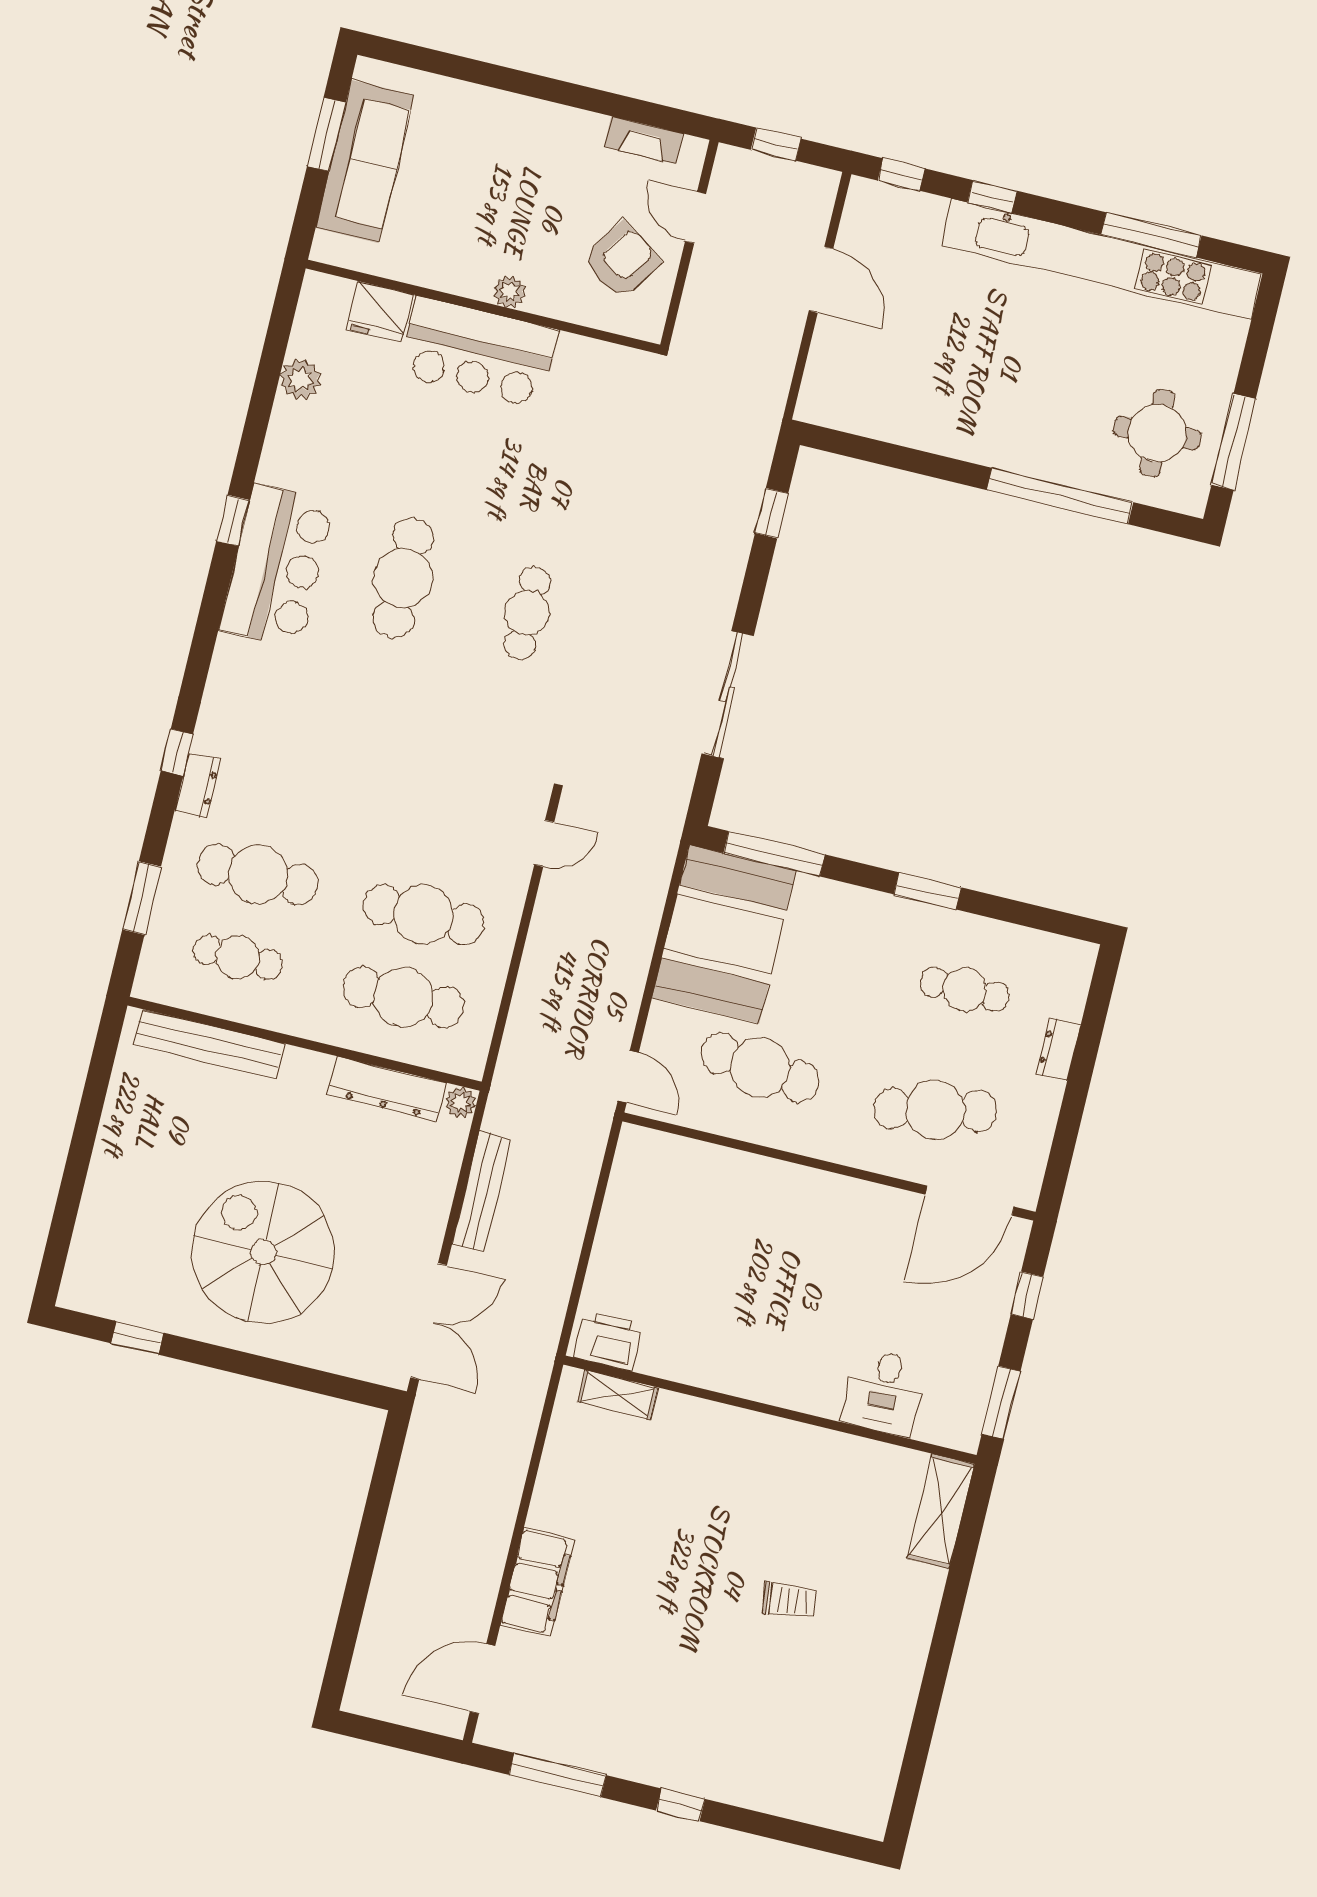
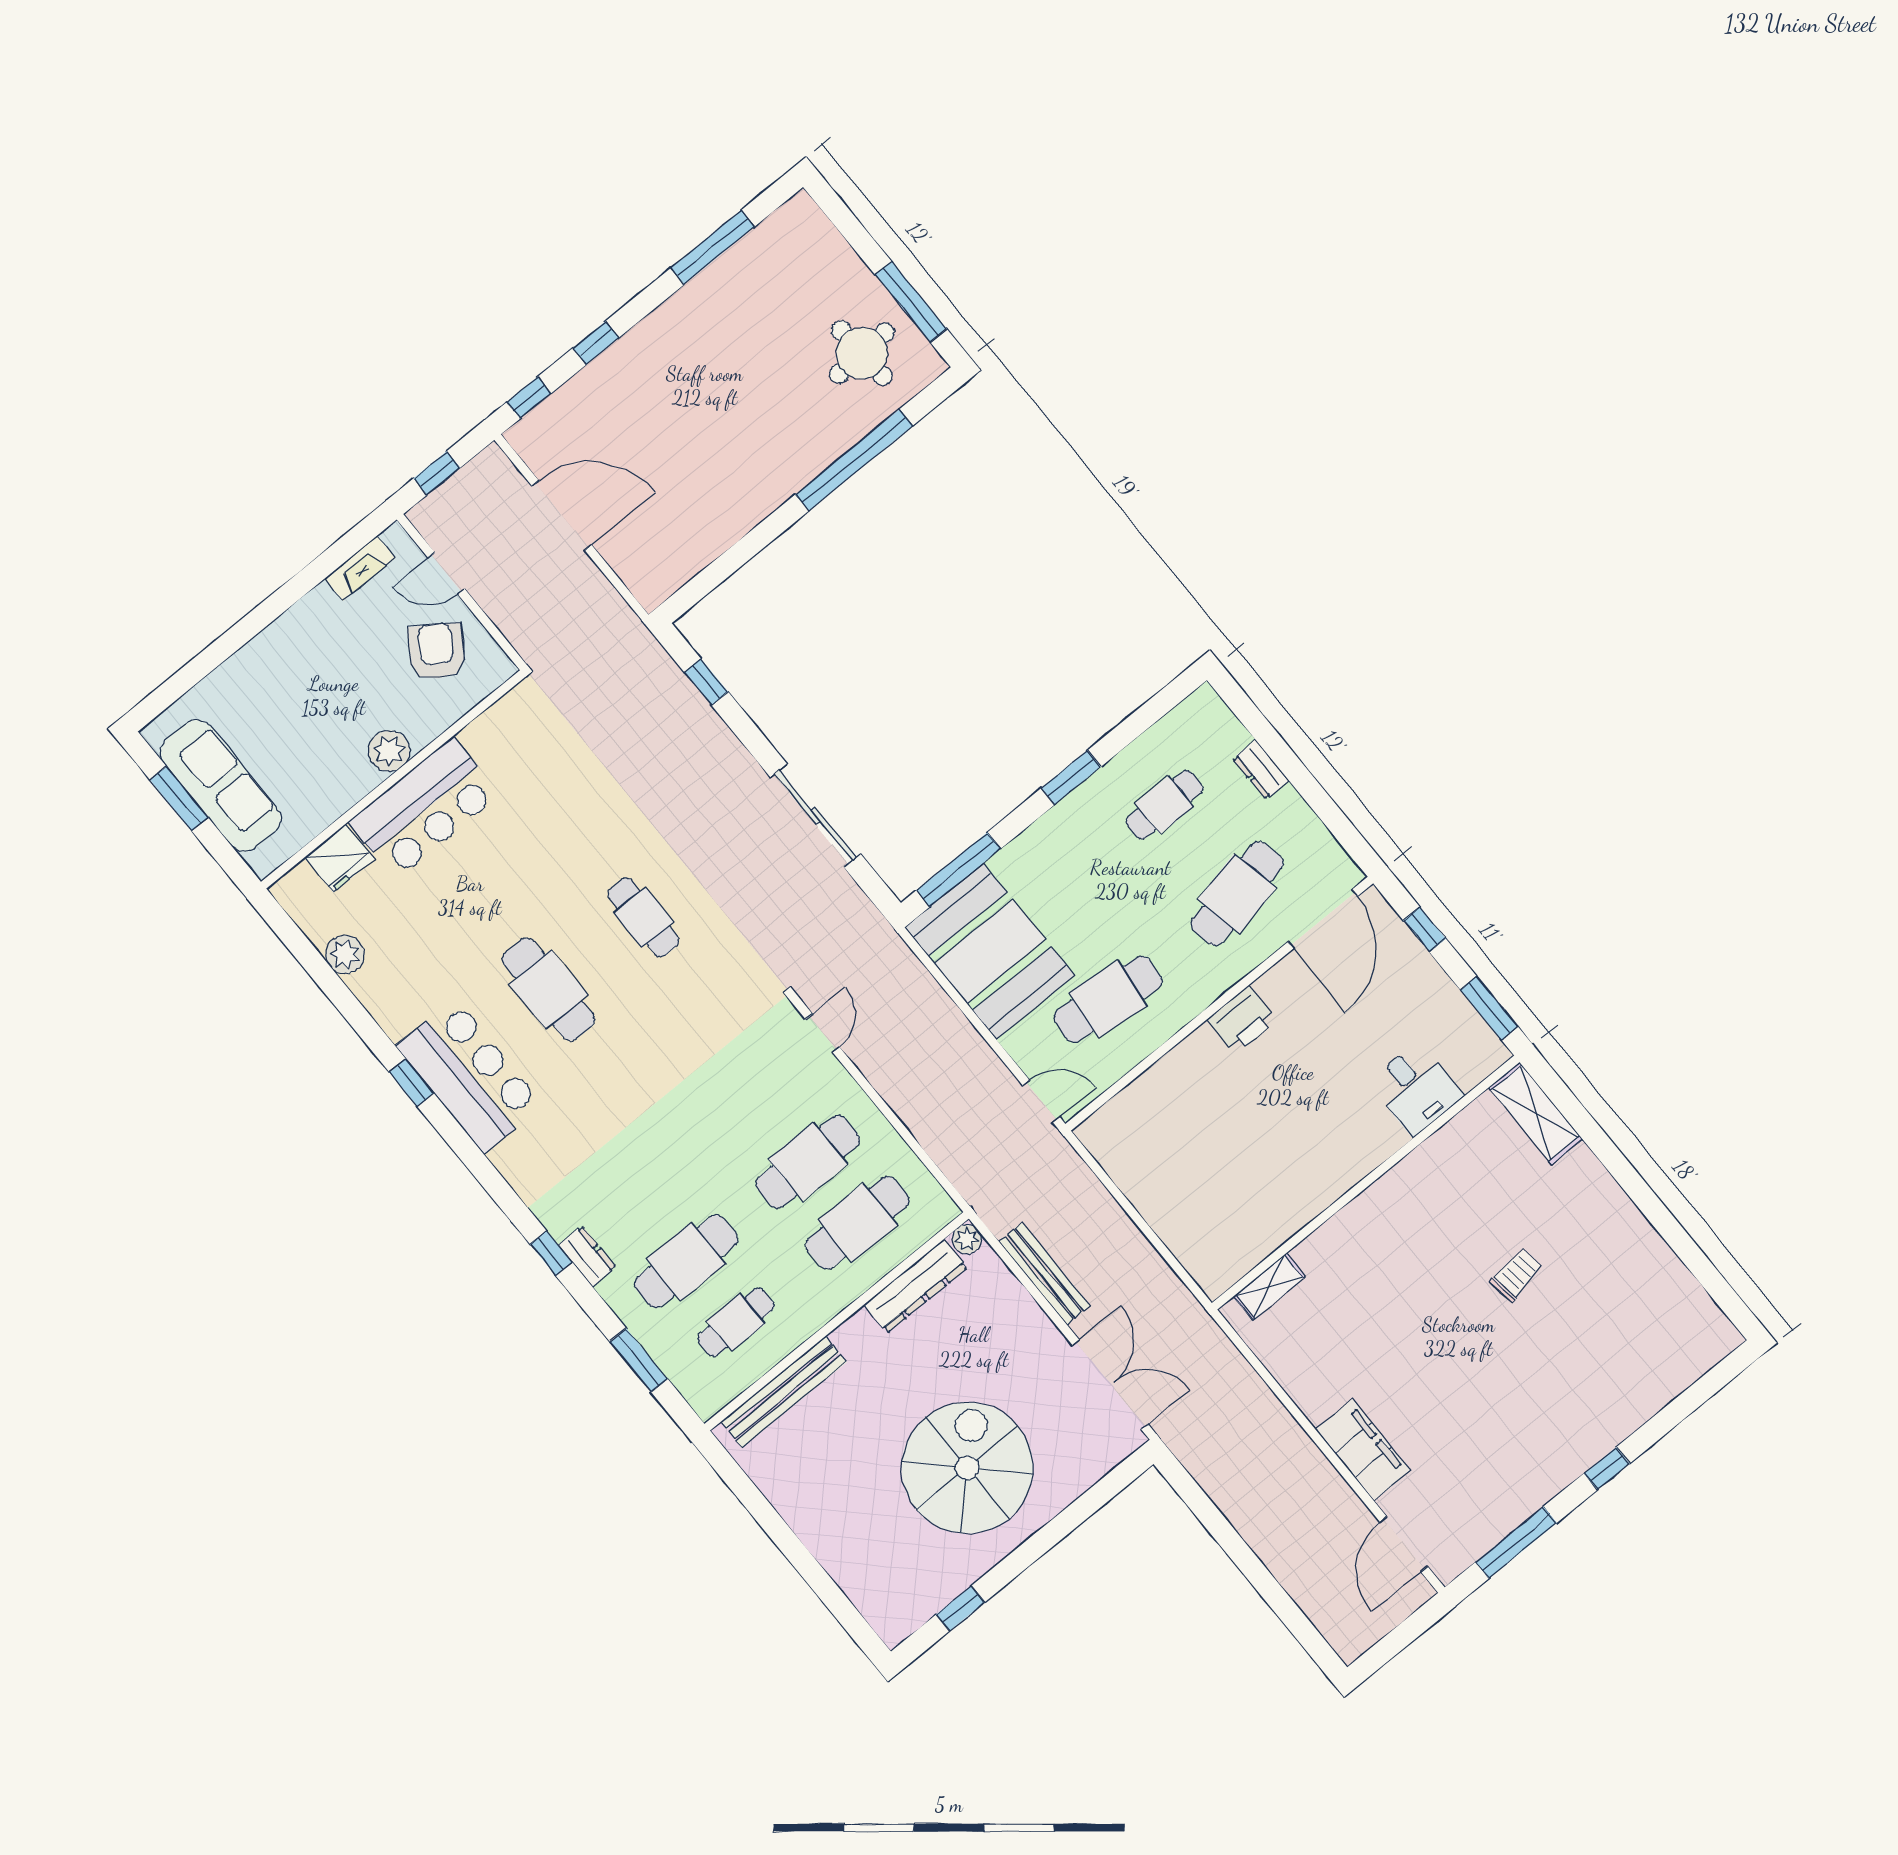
kitchen unit: (1102, 260) -> (703, 298), removed
door: (821, 280) -> (562, 515), width x1.36
plant: (509, 292) -> (389, 751), width x1.38, depth x1.38
spiral stairs: (263, 1252) -> (967, 1468), turned 90
printer: (608, 1341) -> (1242, 1020), moved, turned 180

